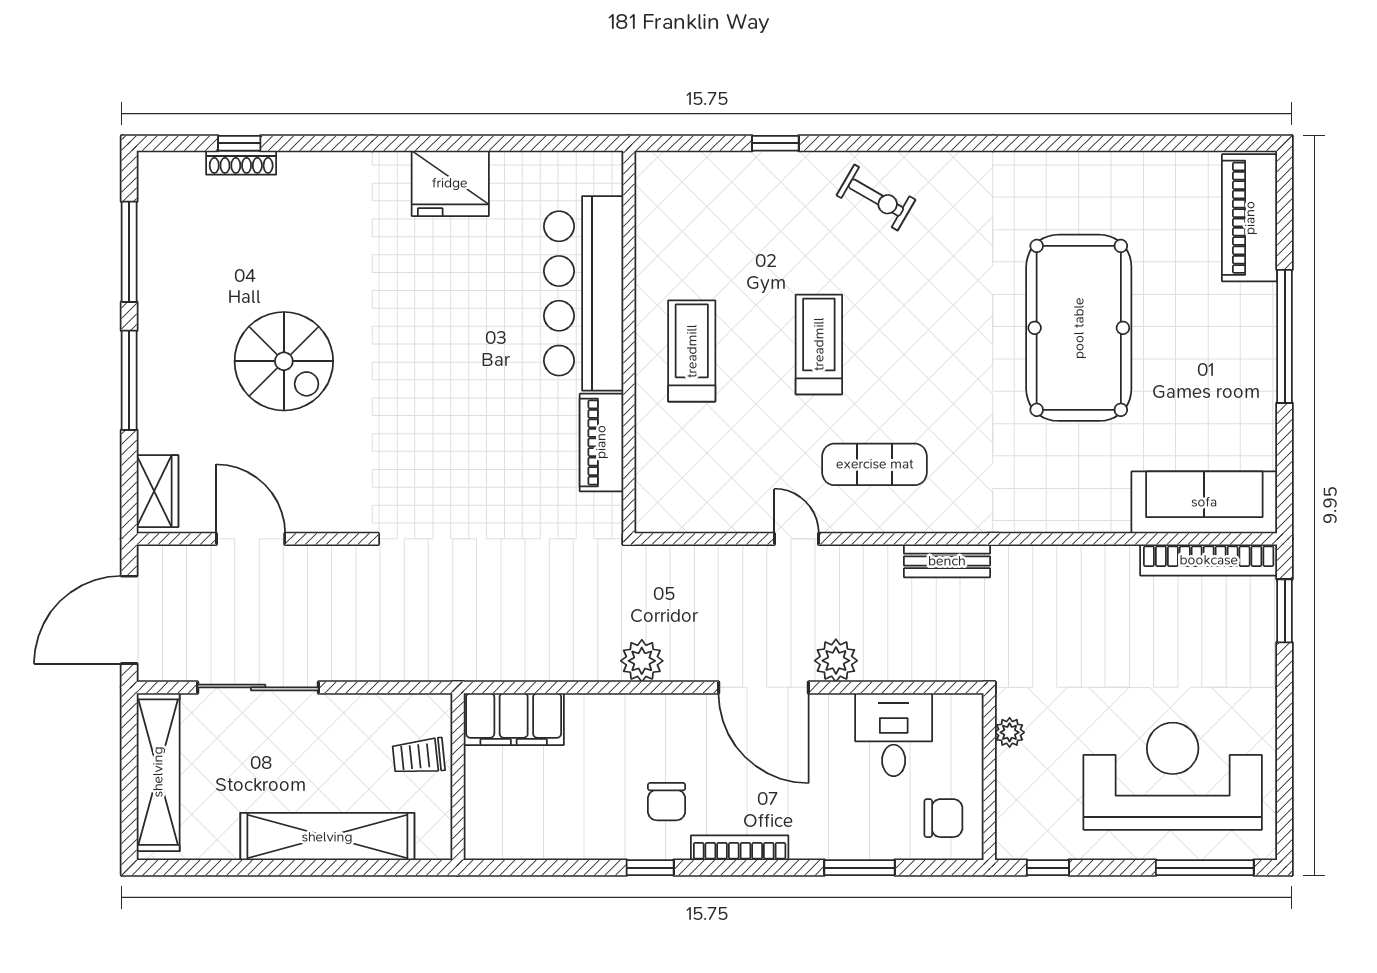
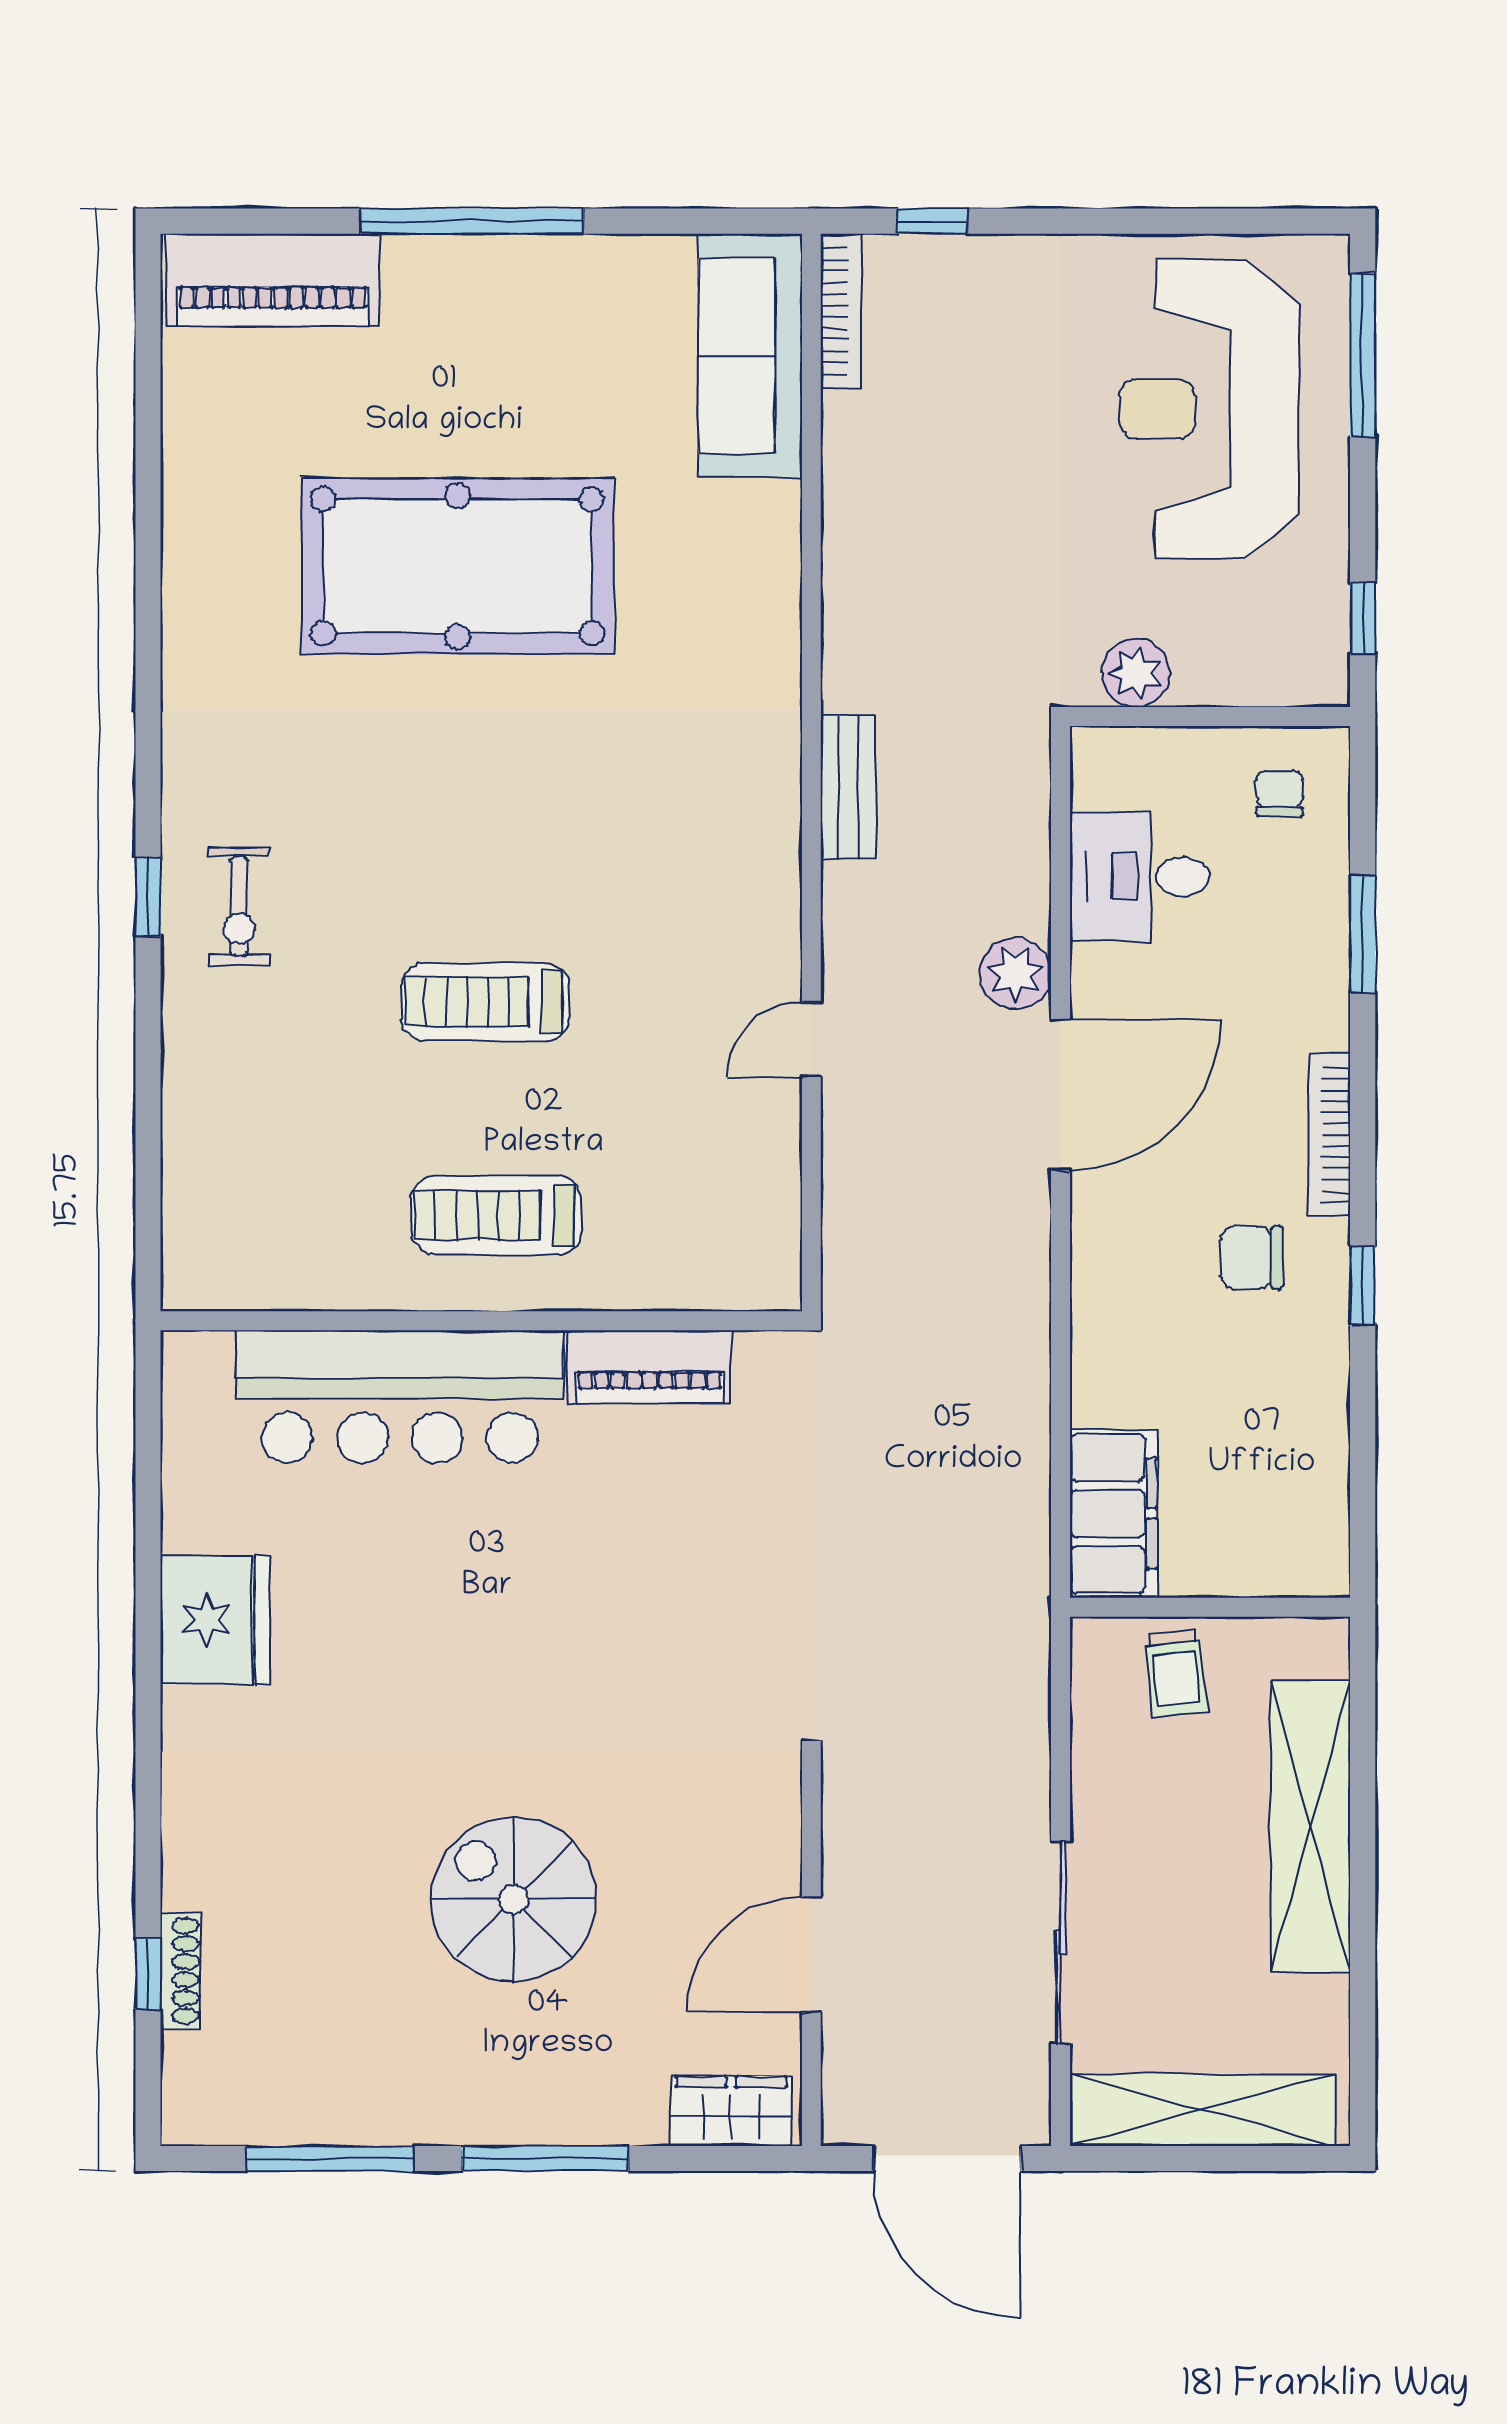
window: (775, 143) -> (148, 897), moved
exercise bike: (876, 198) -> (239, 906), turned 150
spiral stairs: (284, 361) -> (514, 1899), turned -90
exercise mat: (875, 464) -> (686, 909), removed
bookcase: (1209, 560) -> (841, 311), width x0.68, depth x0.76
window: (1285, 611) -> (932, 221), width x0.67
plant: (642, 661) -> (1016, 1299), removed
plant: (1010, 732) -> (1136, 673), width x1.38, depth x1.38
chair: (667, 802) -> (1252, 1257), turned 180
chair: (943, 818) -> (1280, 793), width x0.73, depth x0.73

